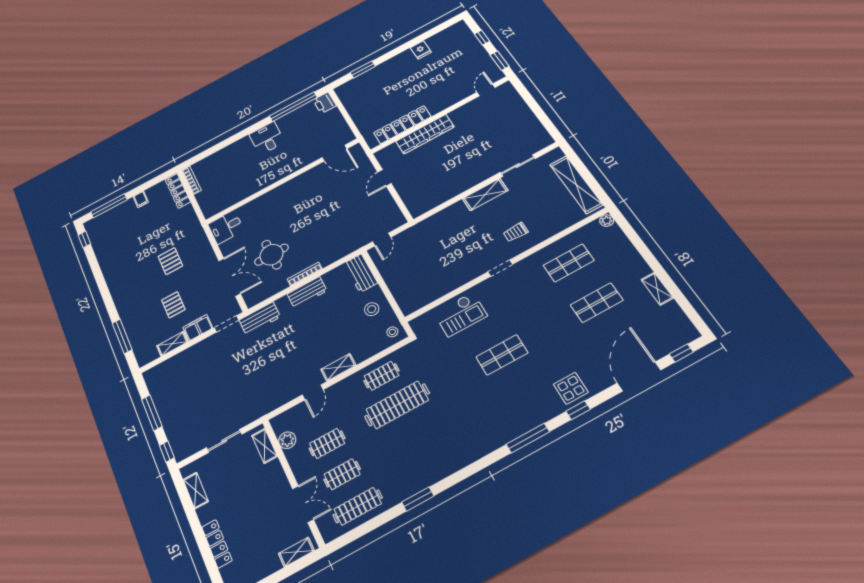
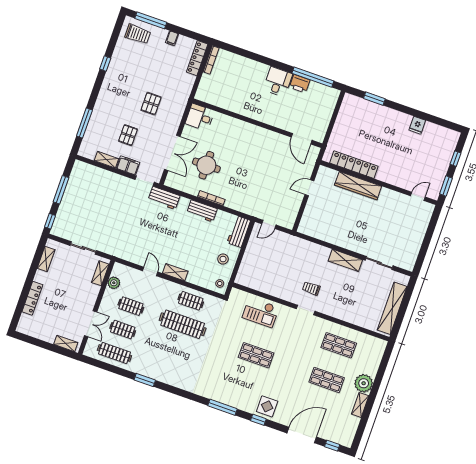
printer: (325, 103) -> (300, 84), moved, turned -90
plant: (607, 221) -> (364, 383), moved, width x1.88, depth x1.88
trolley: (107, 226) -> (138, 34), added
trolley: (516, 232) -> (311, 288), moved
window: (84, 239) -> (105, 64), moved
door: (313, 392) -> (150, 271), swing flipped

